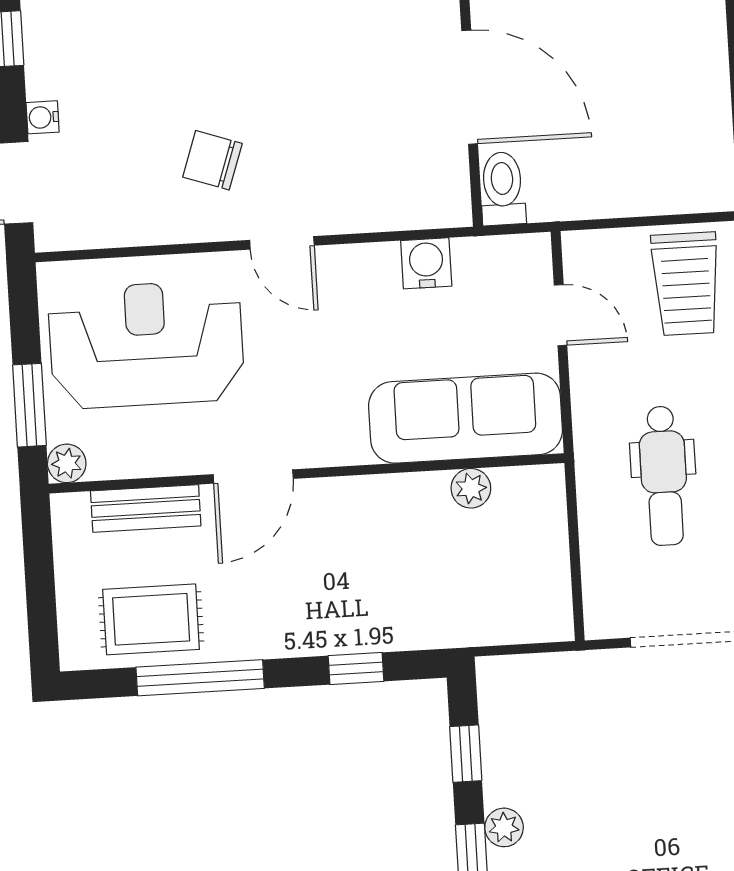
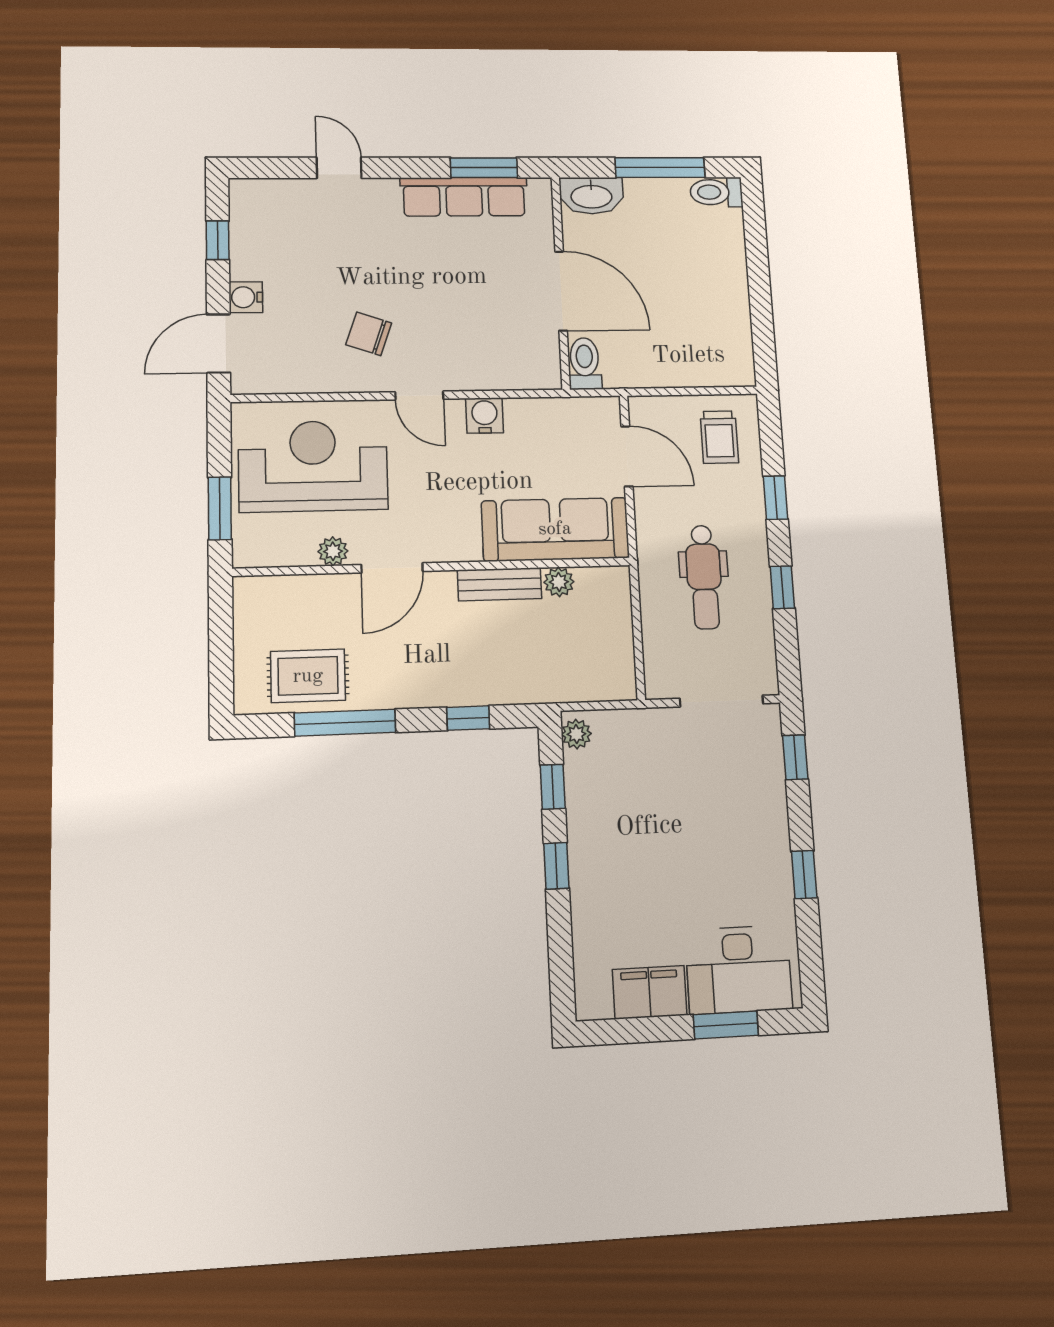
water cooler: (43, 117) -> (246, 297), width x1.38, depth x1.38
water cooler: (426, 263) -> (485, 416), moved
trolley: (686, 284) -> (719, 437), width x0.73, depth x0.72
door: (561, 315) -> (627, 456), width x1.38
plant: (67, 463) -> (333, 551), moved
bench: (146, 508) -> (500, 584), moved
plant: (504, 827) -> (576, 734), moved

